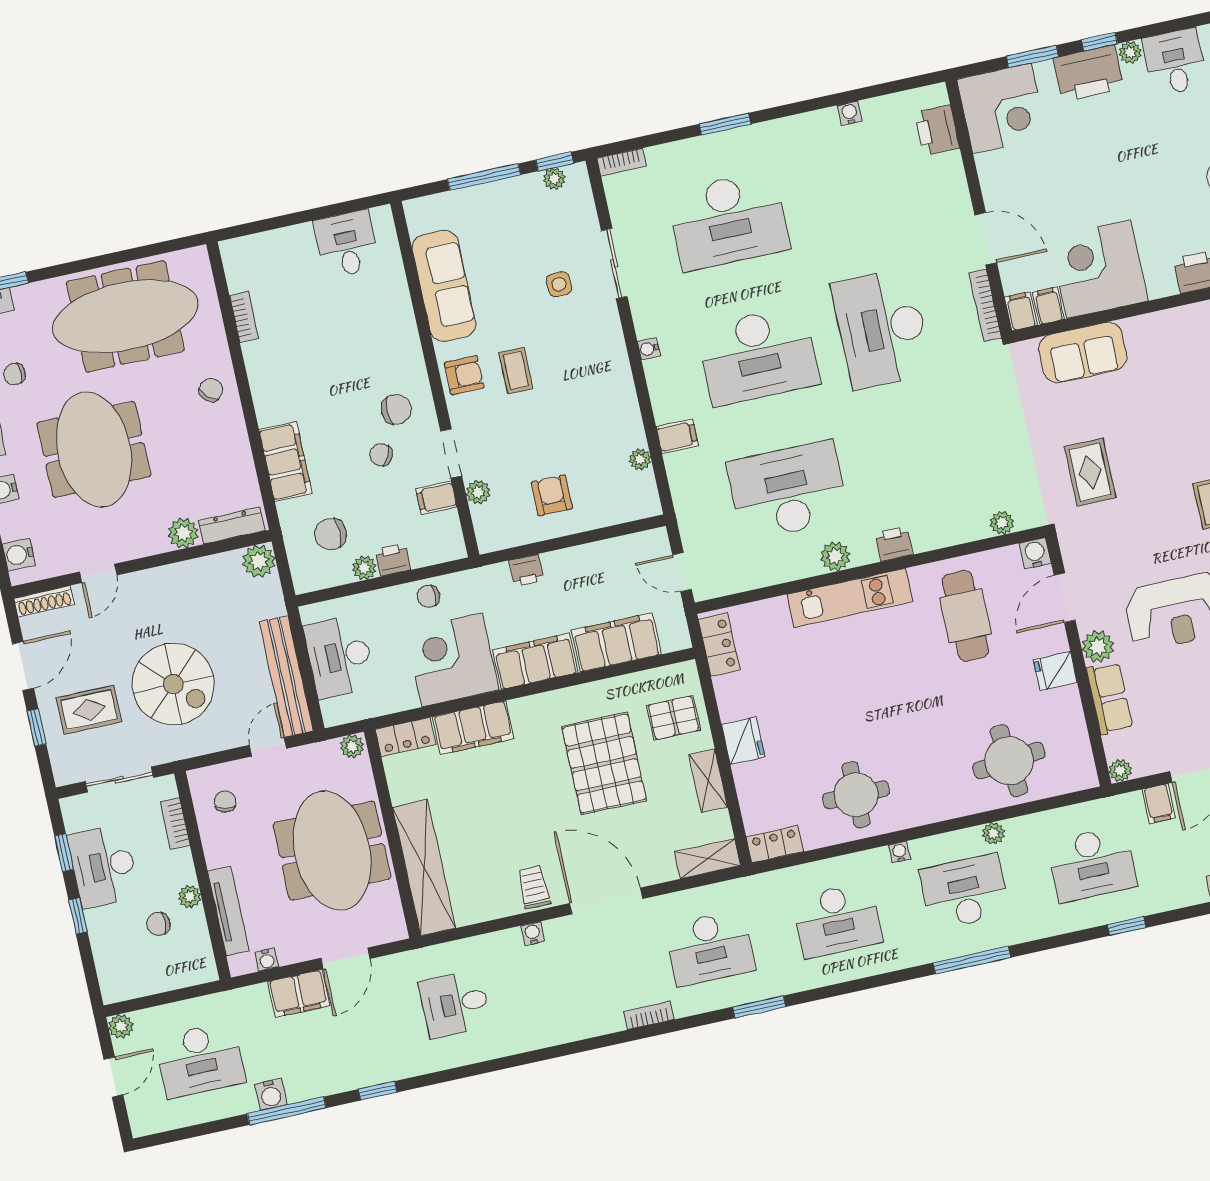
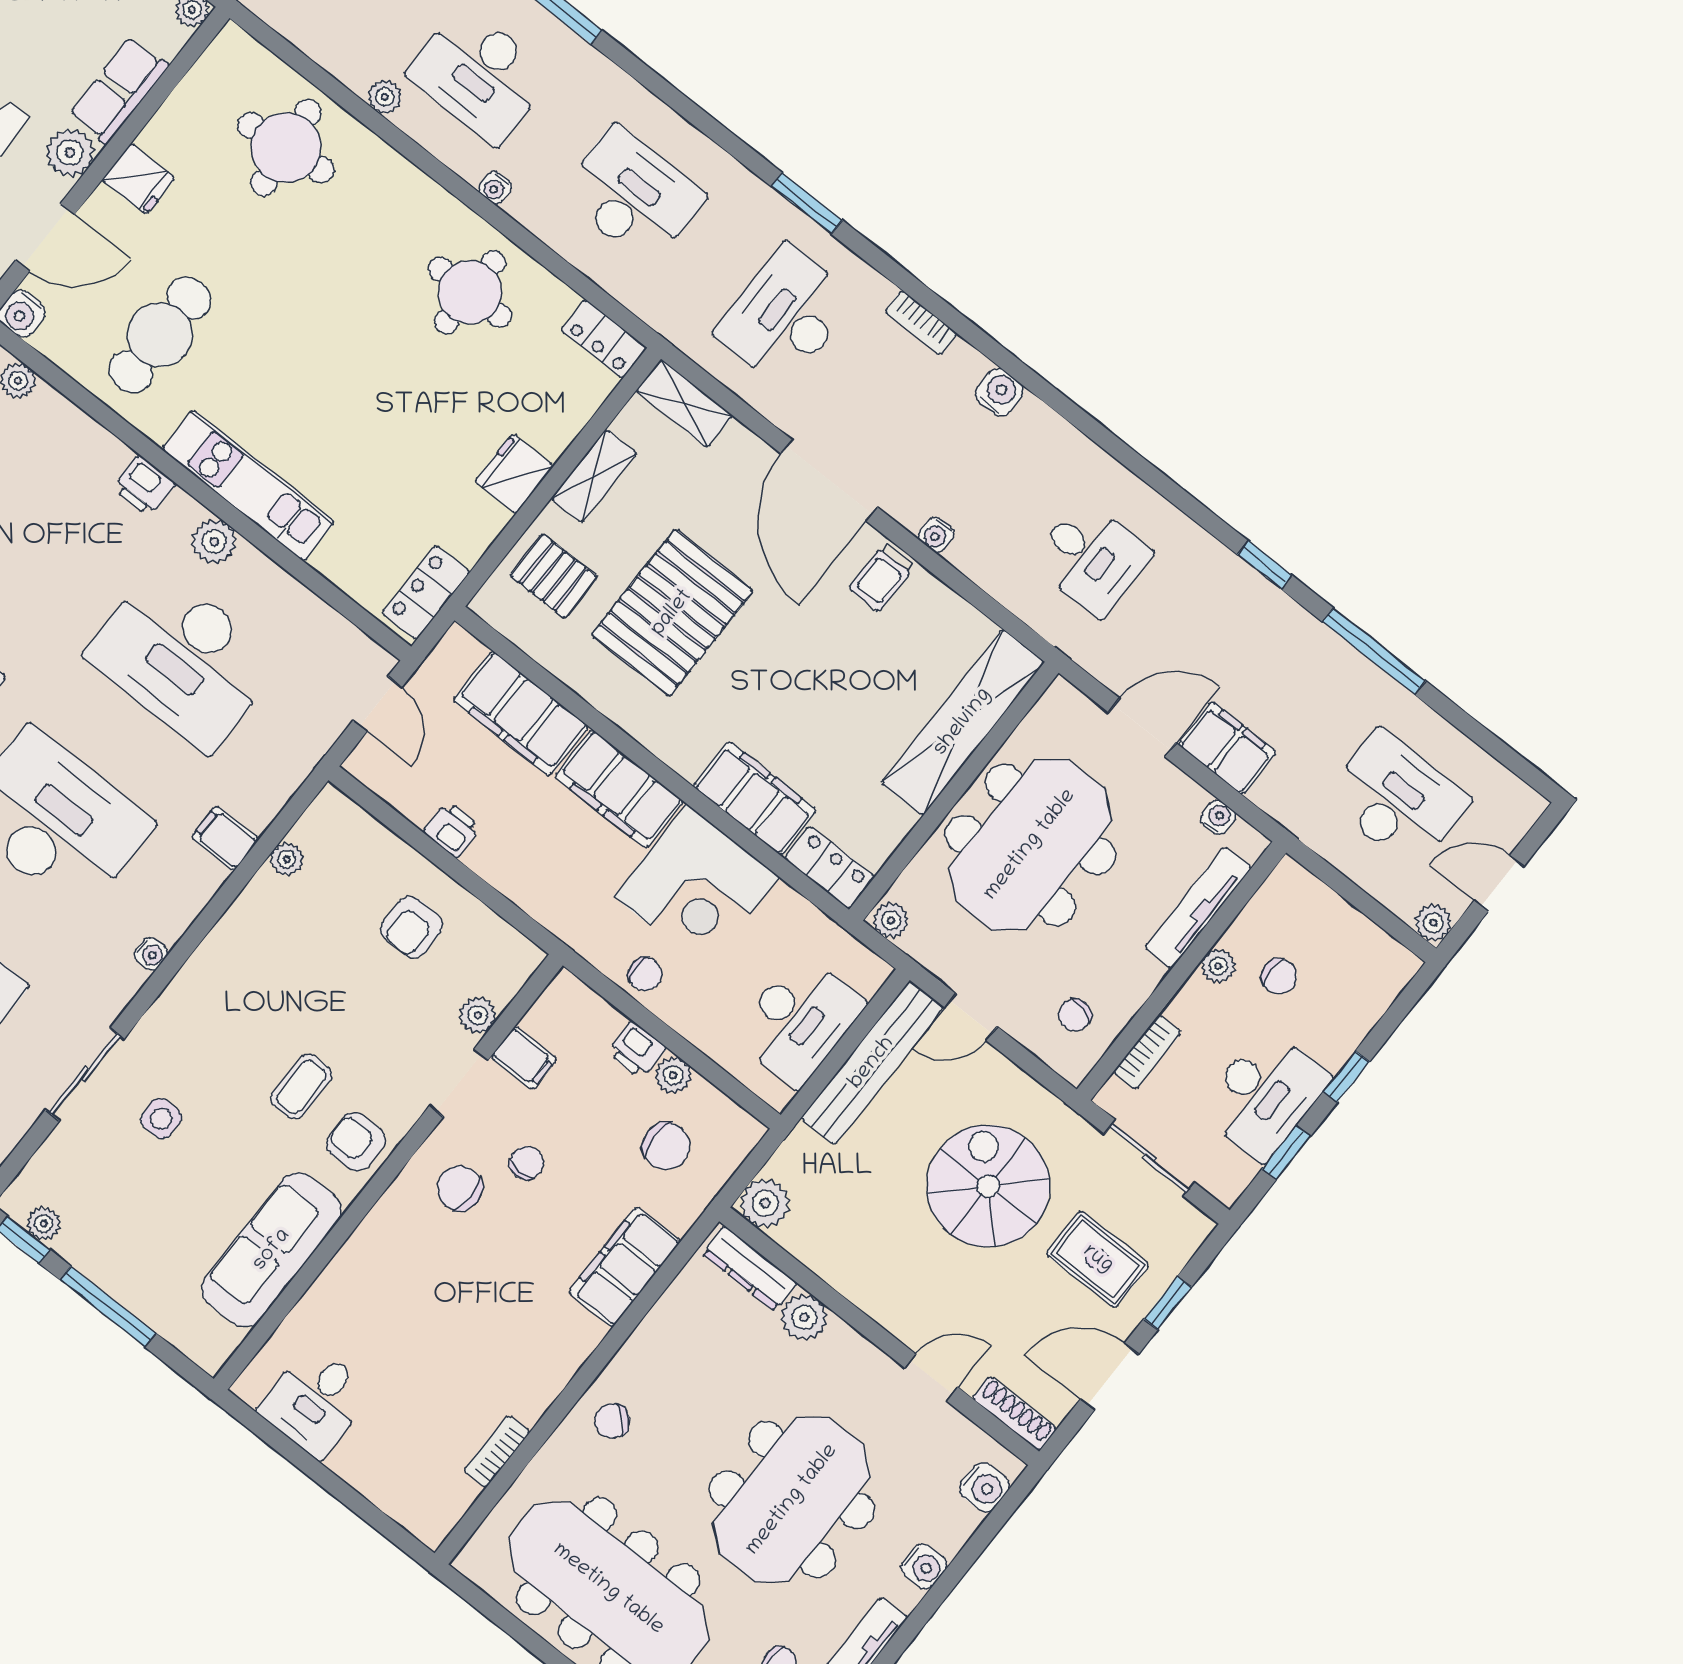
chair: (381, 455) -> (527, 1163), turned -115
printer: (526, 570) -> (452, 830), moved
desk: (710, 948) -> (786, 316), turned -90
water cooler: (271, 1094) -> (999, 392), moved

